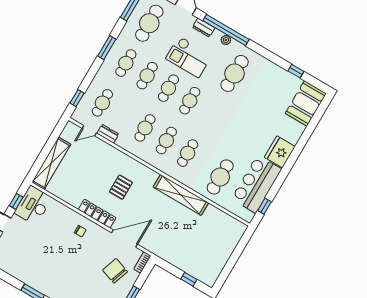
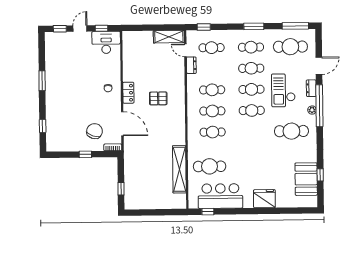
booth: (306, 103) -> (306, 179), moved, turned 90
fridge: (280, 152) -> (264, 199), moved
shelving: (51, 163) -> (169, 37), moved, width x0.68
shelving: (181, 195) -> (179, 169), moved
locker: (97, 214) -> (128, 93), width x0.66

